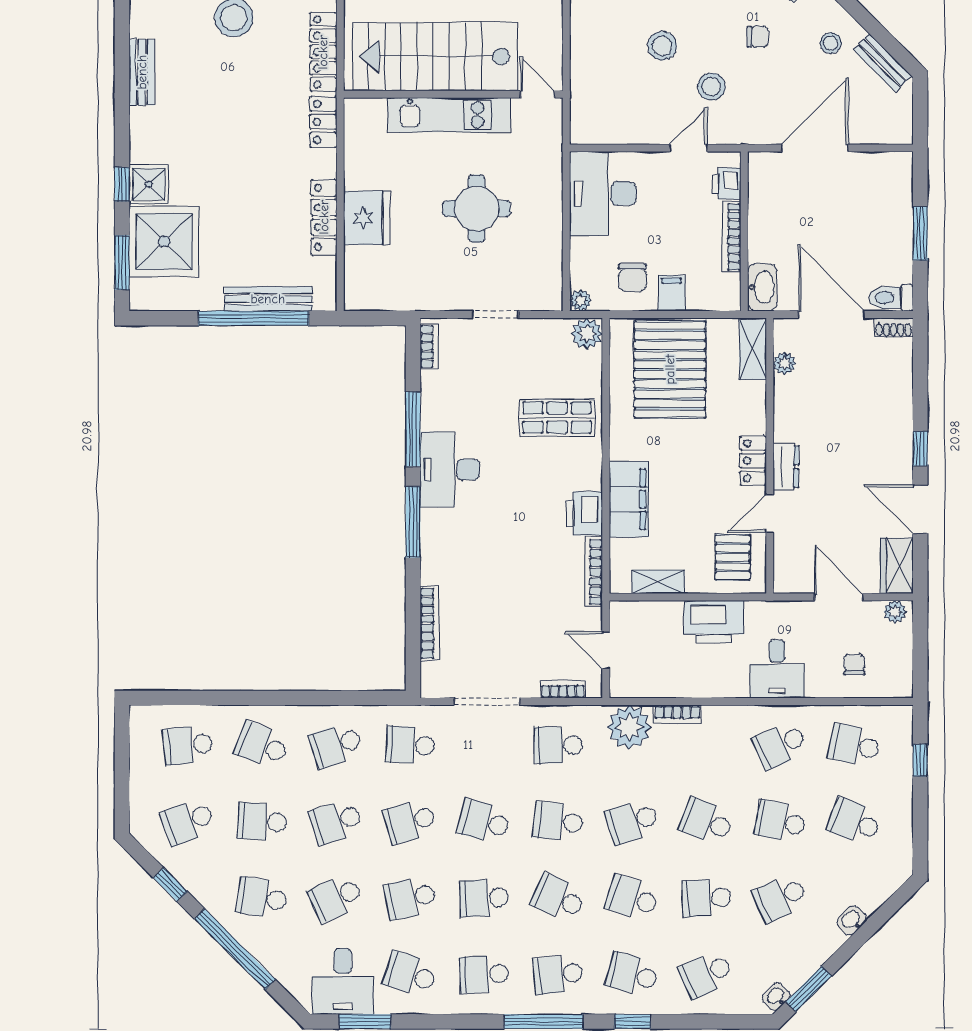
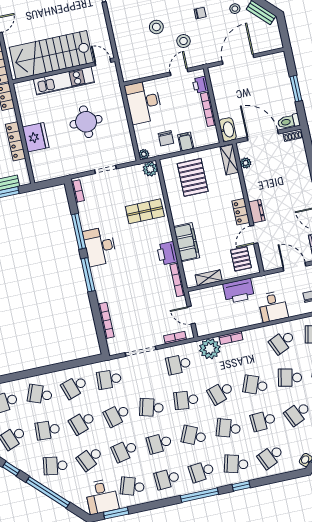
pallet: (670, 369) -> (193, 177), width x0.73, depth x0.71

